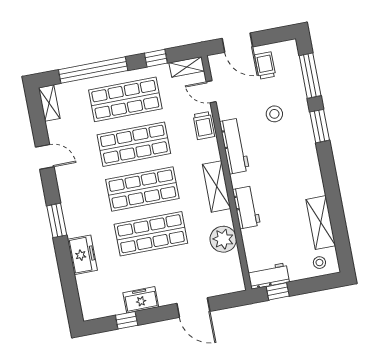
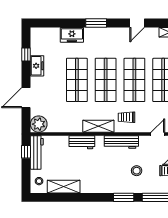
trolley: (204, 126) -> (127, 117), moved
plant: (223, 239) -> (39, 124), moved
workbench: (269, 276) -> (37, 152), width x1.38

